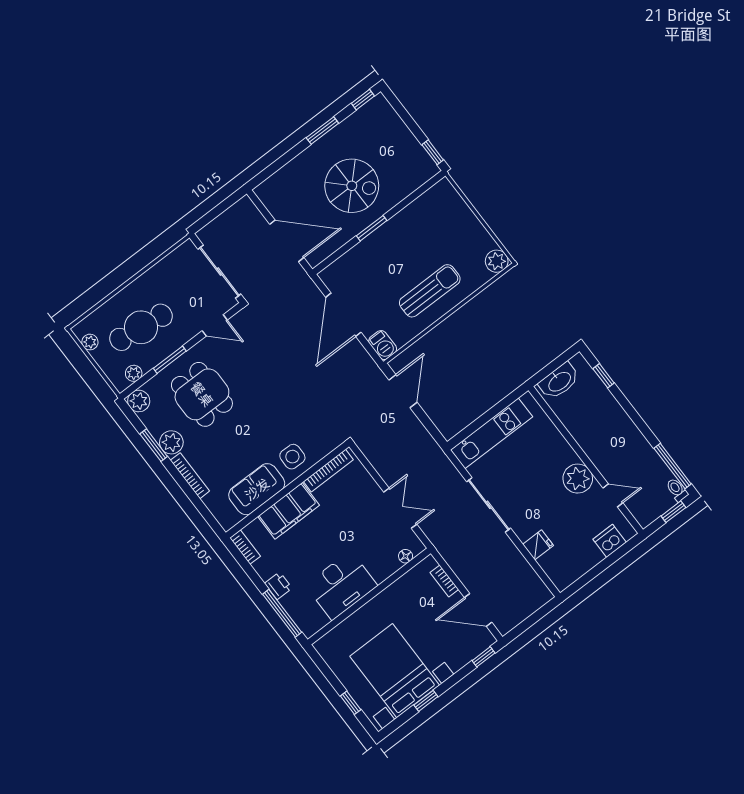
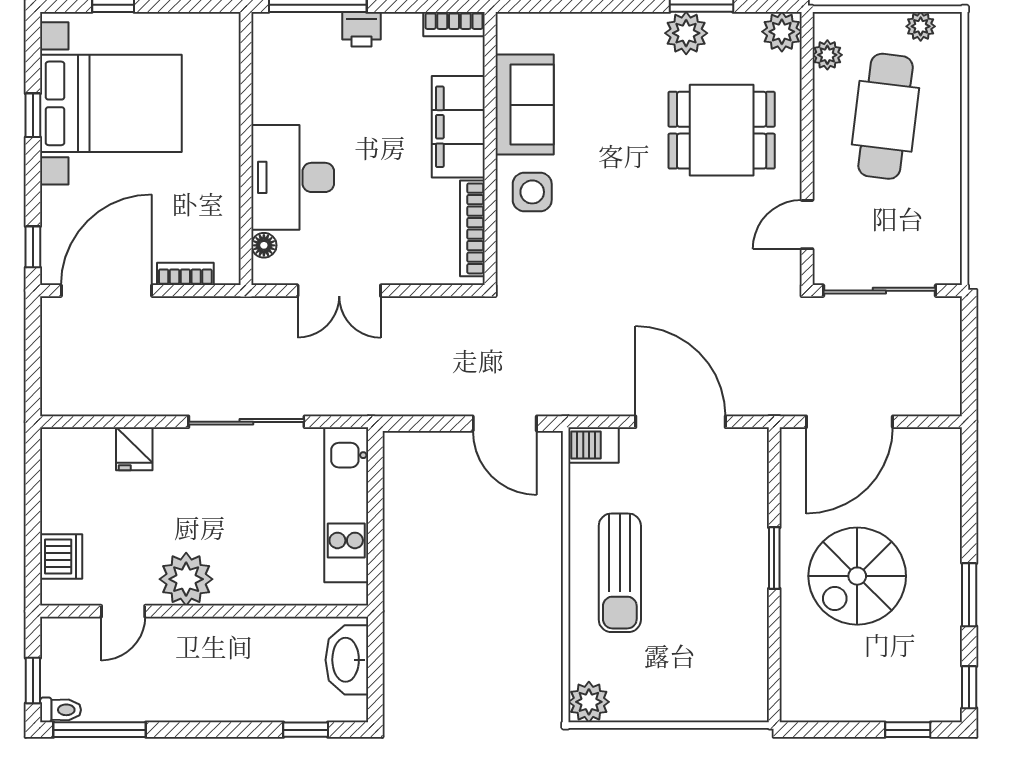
window: (433, 152) -> (908, 730), moved
window: (170, 360) -> (807, 122), removed
bookcase: (190, 476) -> (618, 23), removed
desk: (341, 585) -> (293, 177), moved
door: (478, 610) -> (106, 291), width x1.36

